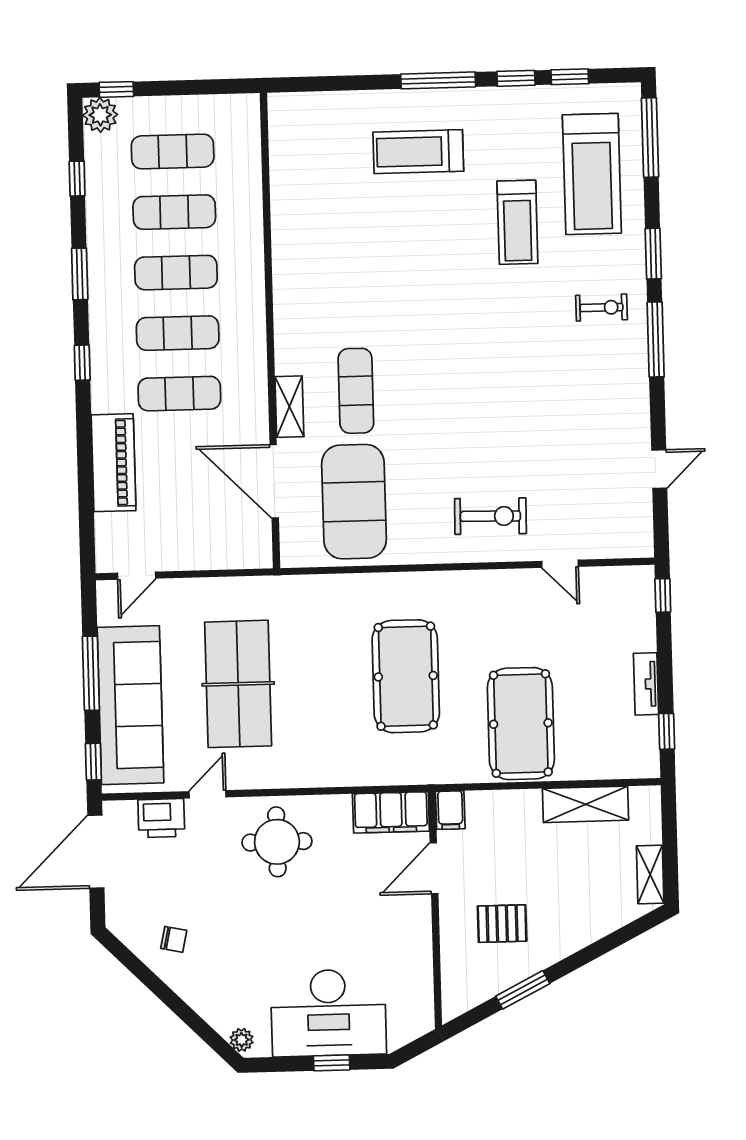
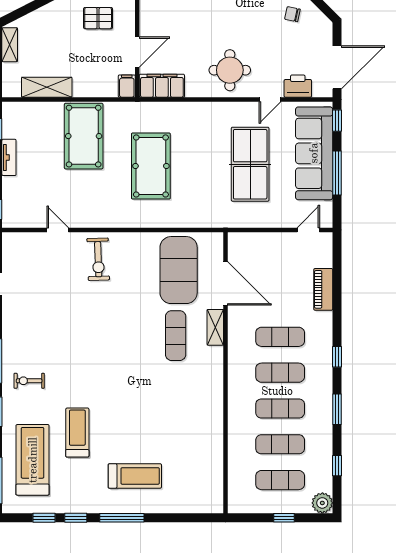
window: (116, 89) -> (284, 518), moved
piano: (114, 463) -> (323, 289), width x0.73, depth x0.75
exercise bike: (490, 516) -> (98, 259), turned -93

